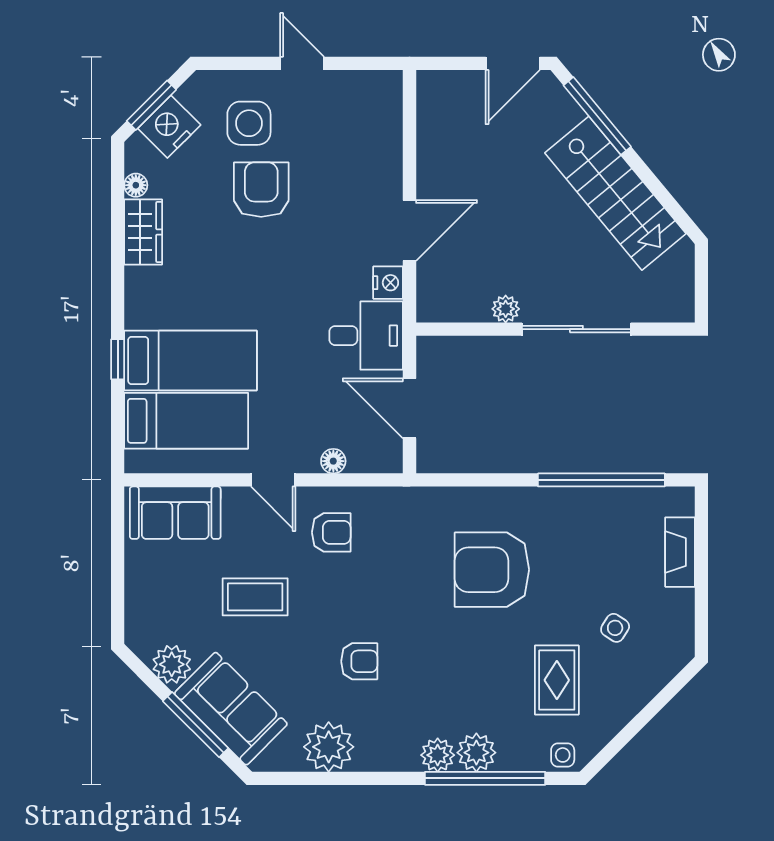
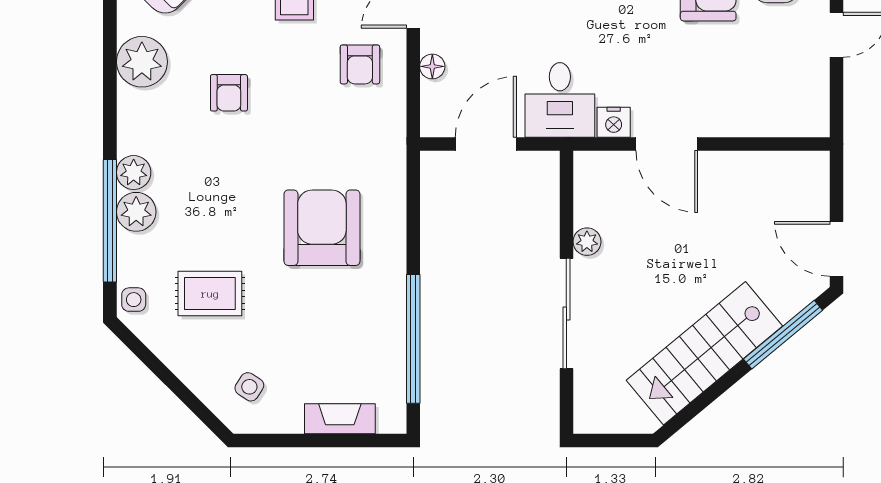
side table: (615, 628) -> (249, 387), moved

